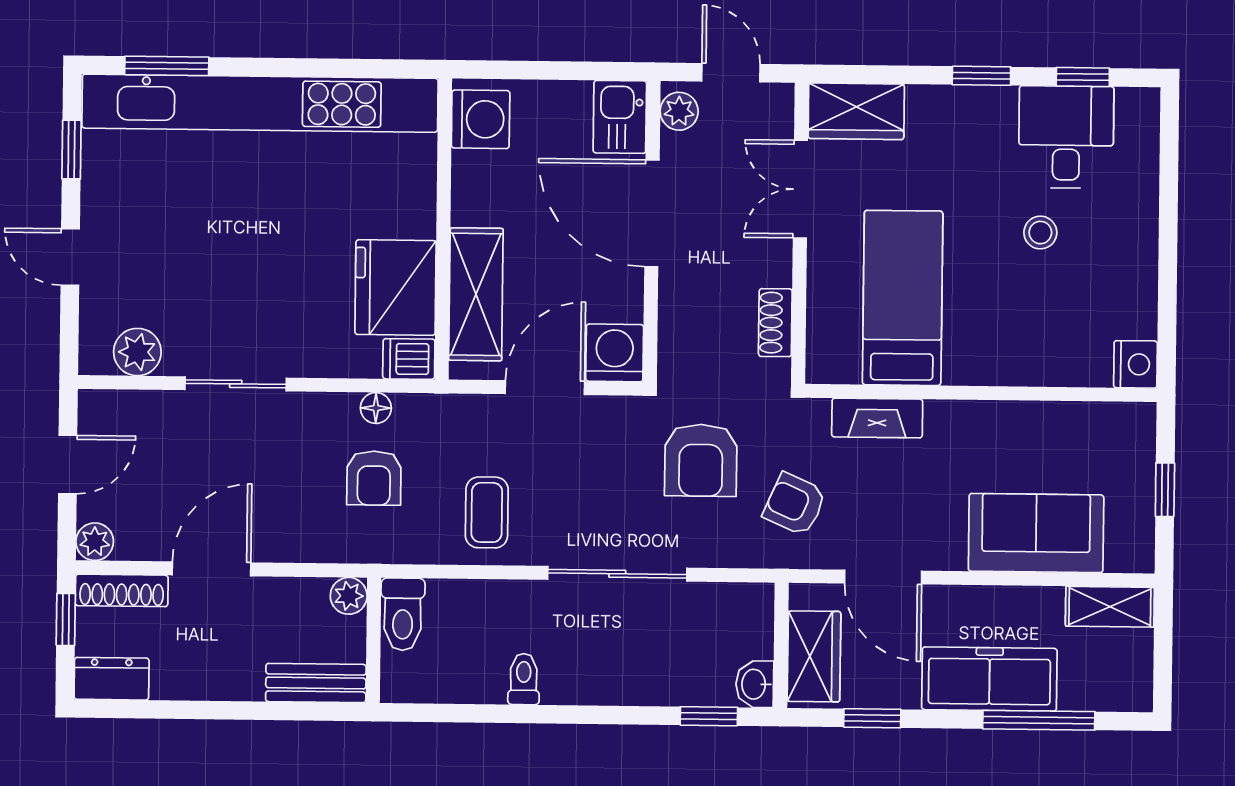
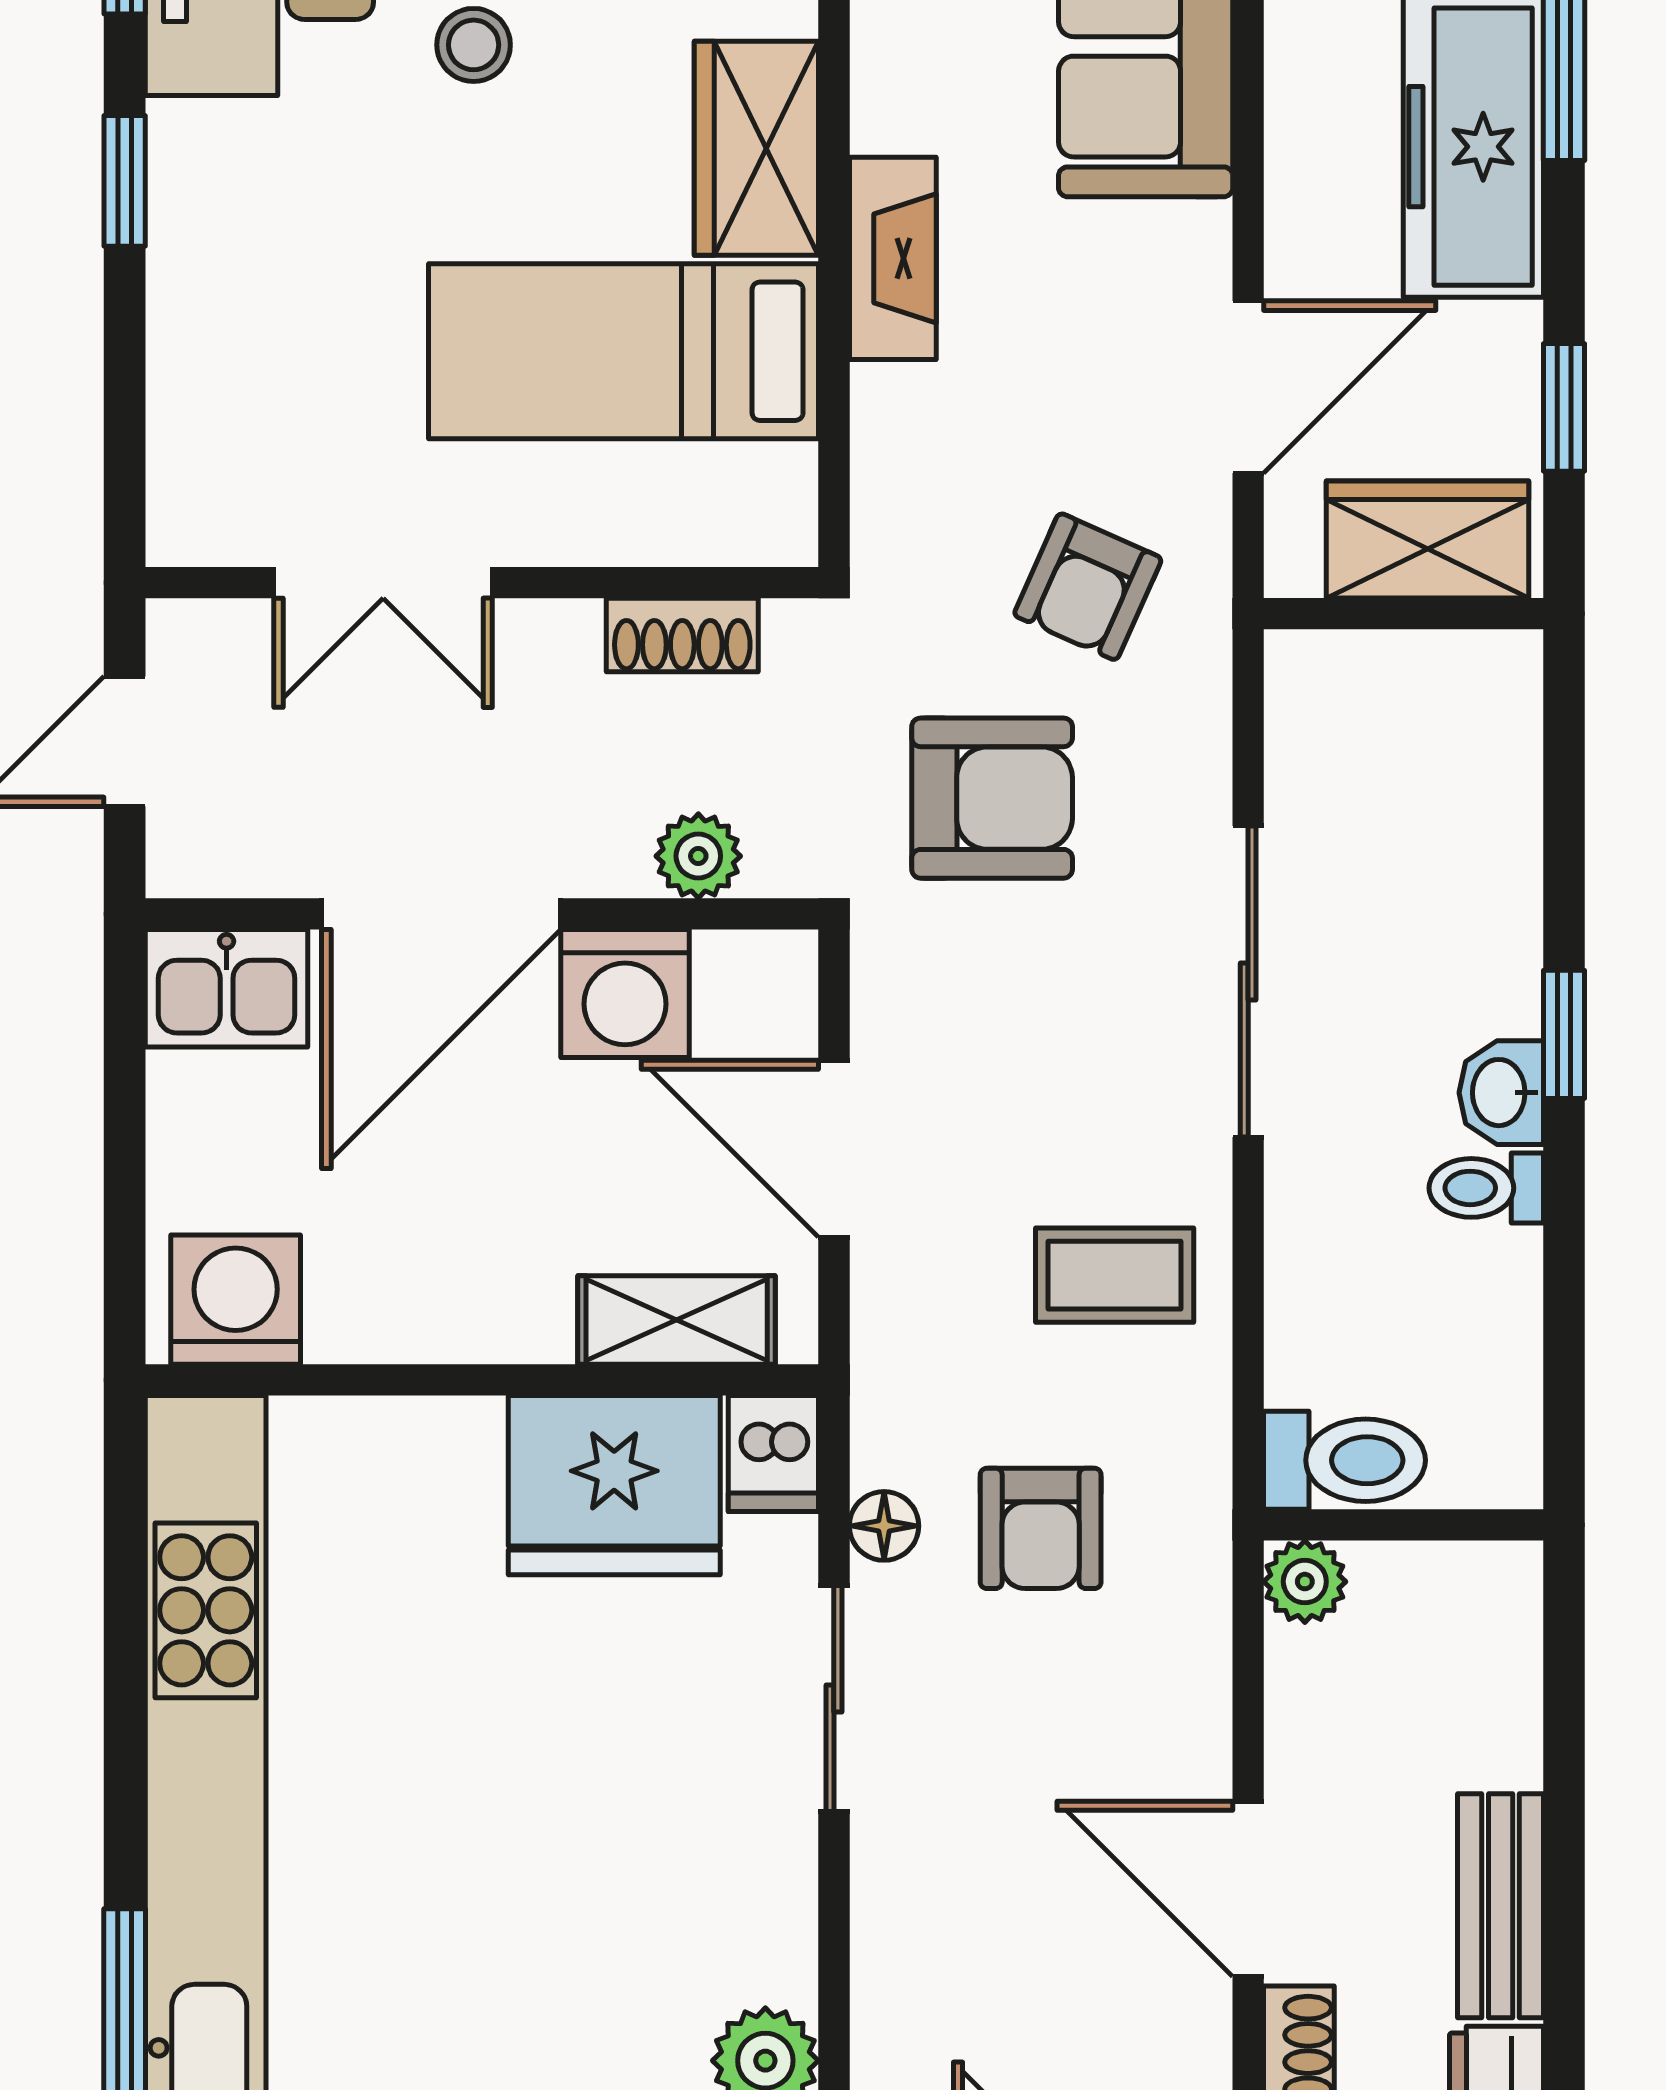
plant: (679, 111) -> (698, 856), moved
wardrobe: (856, 111) -> (756, 148), moved, turned 180
shelving: (476, 294) -> (677, 1320), width x0.67, depth x0.75
washing machine: (615, 353) -> (625, 994), moved, turned -90
sliding door: (236, 384) -> (834, 1698), moved
fireplace: (877, 418) -> (893, 258), moved
armchair: (374, 478) -> (1041, 1528), turned 90
bench: (316, 683) -> (1501, 1906), moved
washbasin: (755, 684) -> (1501, 1093), moved, turned 90
window: (709, 716) -> (1564, 1034), moved

